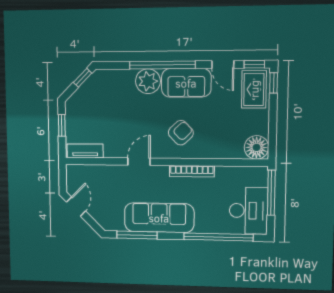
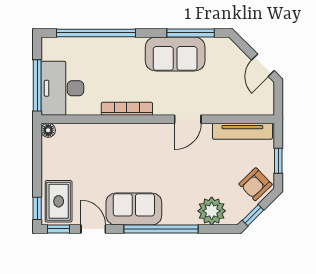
plant: (148, 81) -> (212, 211), moved
armchair: (181, 133) -> (256, 184), moved
floor lamp: (257, 147) -> (48, 130), width x0.53, depth x0.53
tv unit: (85, 151) -> (242, 131), width x1.41
desk: (248, 211) -> (62, 88), moved
sofa: (159, 218) -> (175, 54), width x0.73

